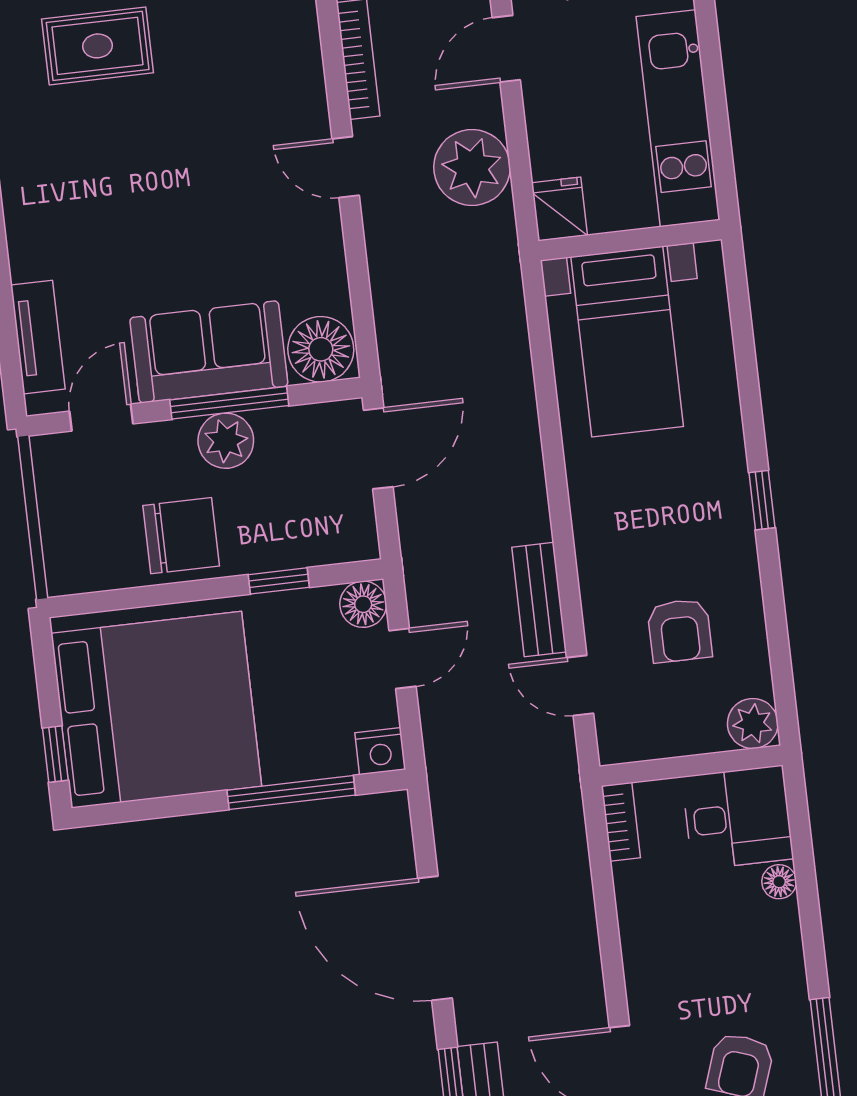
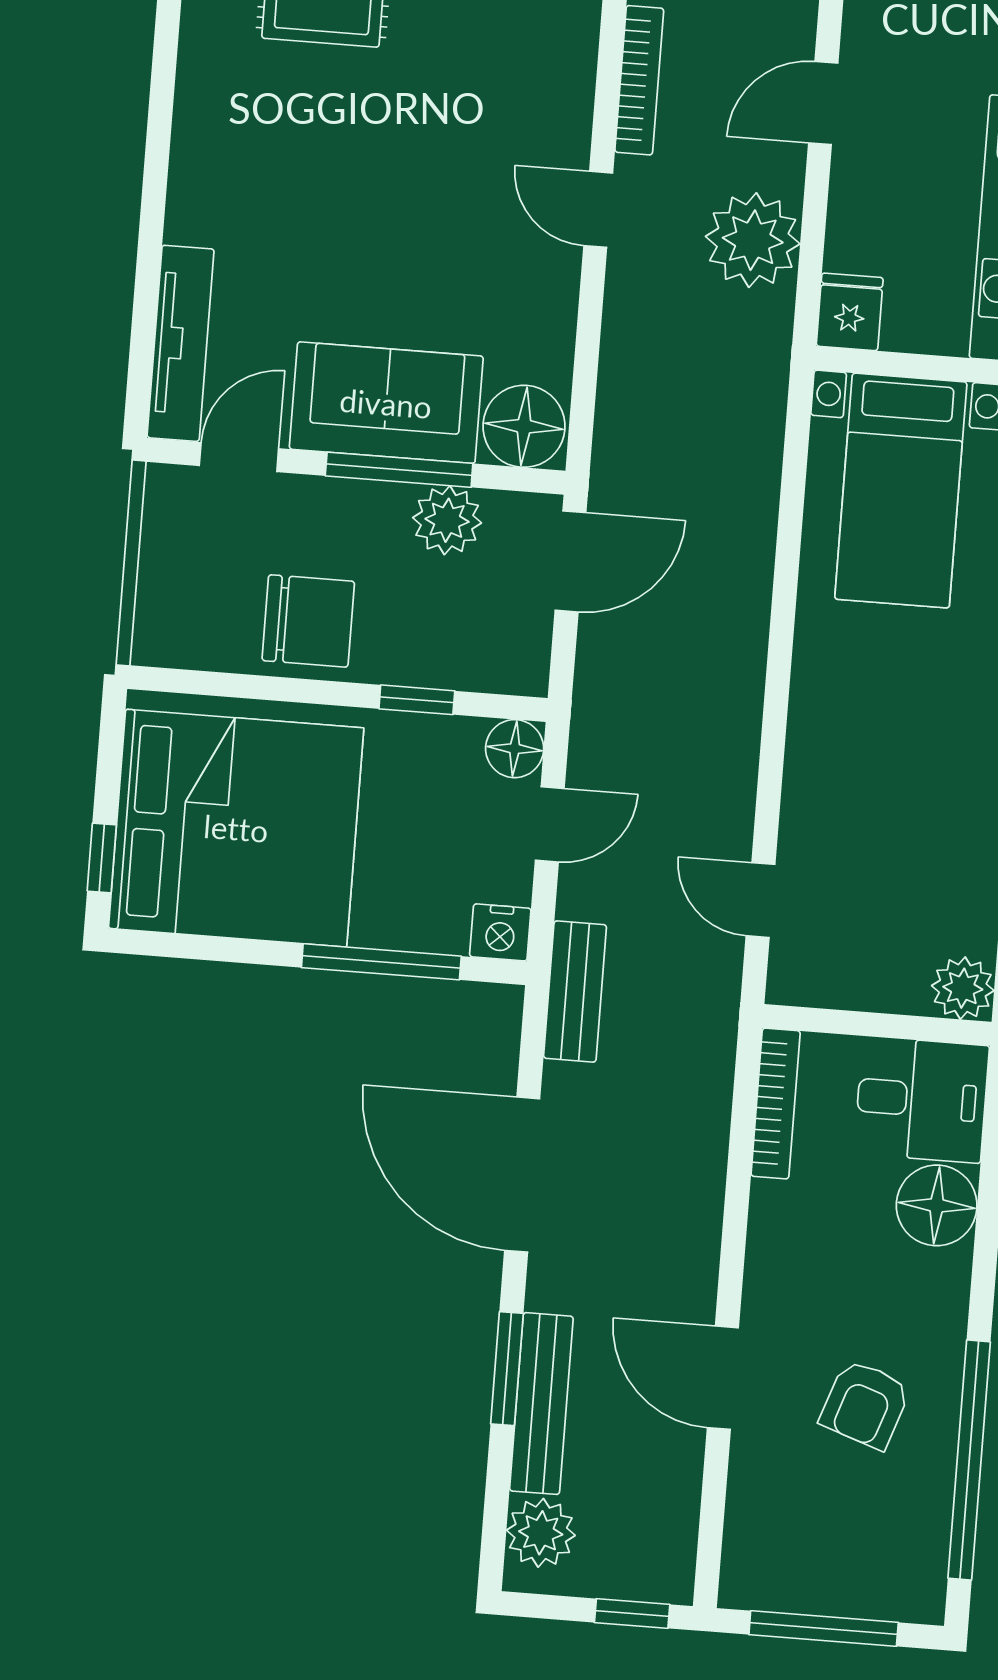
tv unit: (38, 337) -> (181, 343), width x1.41
plant: (226, 441) -> (447, 520), moved
bench: (539, 600) -> (575, 991), moved
armchair: (680, 631) -> (896, 857), removed
bookcase: (621, 822) -> (776, 1103), width x1.56
floor lamp: (779, 882) -> (937, 1205), width x1.89, depth x1.89

